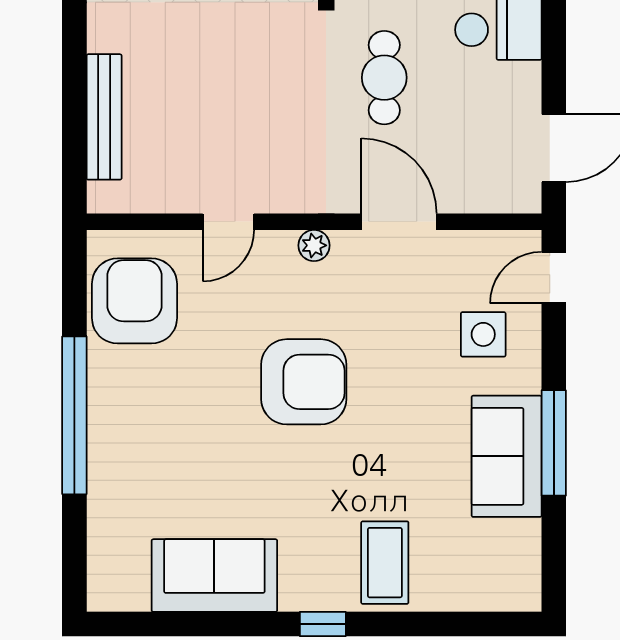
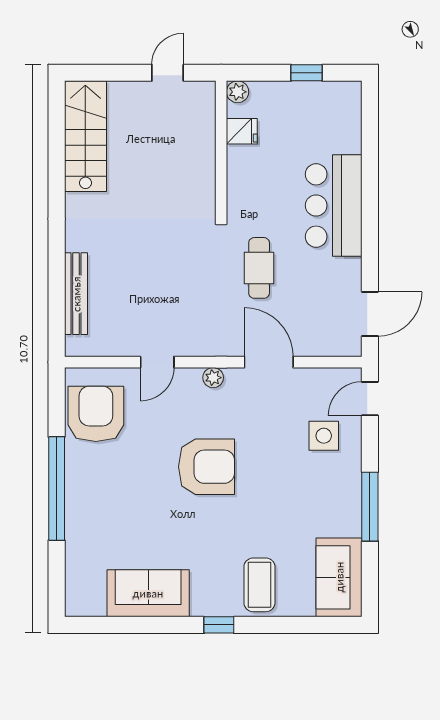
sofa: (507, 456) -> (339, 577), moved

